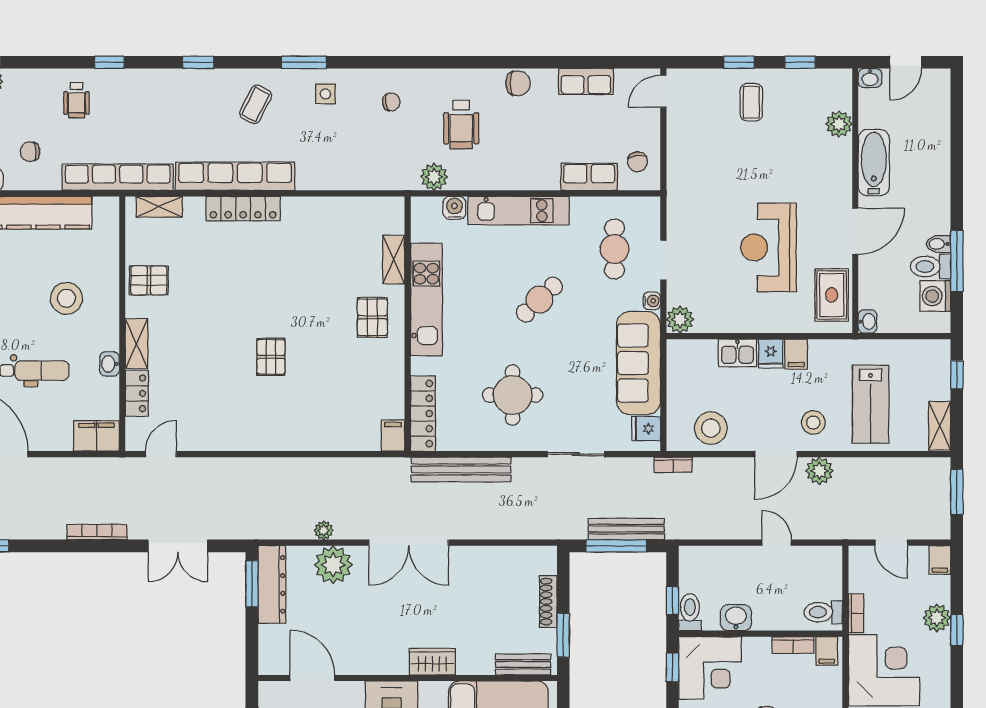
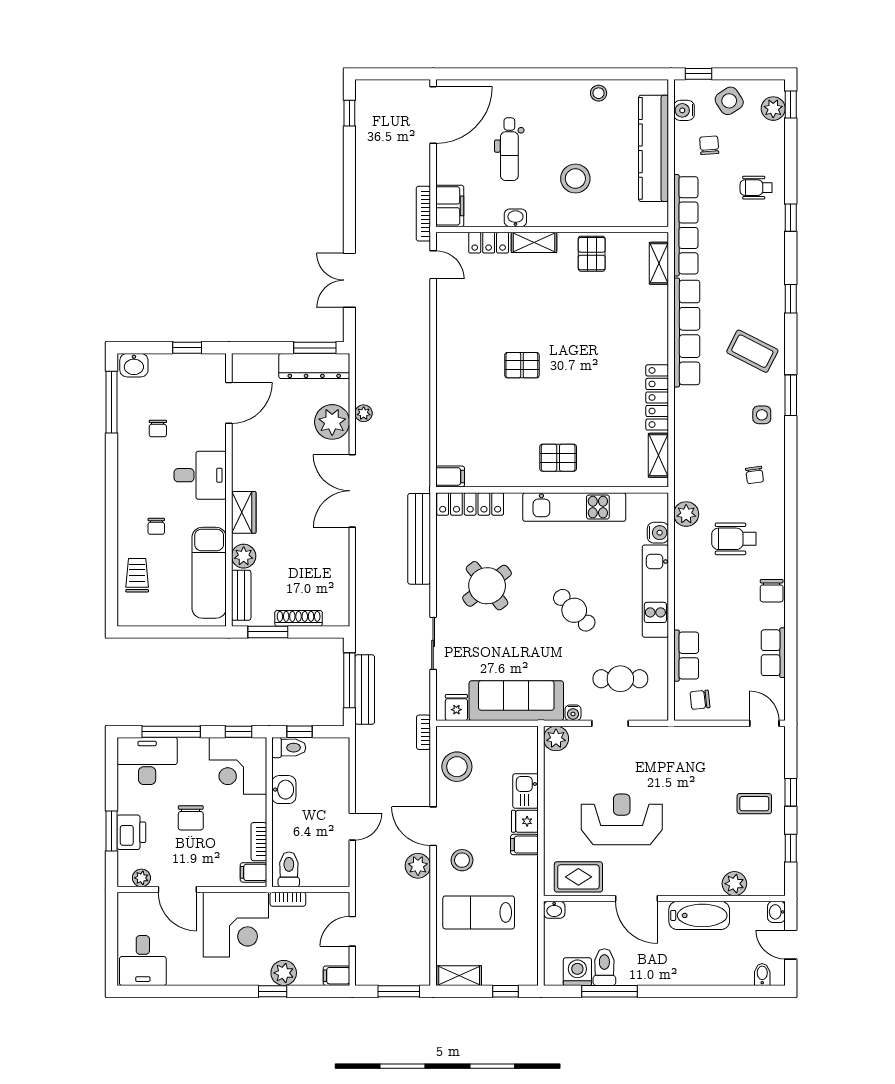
coffee table: (256, 104) -> (752, 351), width x1.36, depth x1.30
locker: (243, 209) -> (657, 397), moved
bidet: (938, 244) -> (762, 974), moved
shelving: (394, 260) -> (658, 455), moved, turned 90
round table: (513, 395) -> (487, 586), turned -38
bookcase: (97, 532) -> (423, 214), moved, turned 180
plant: (480, 662) -> (244, 556), added

